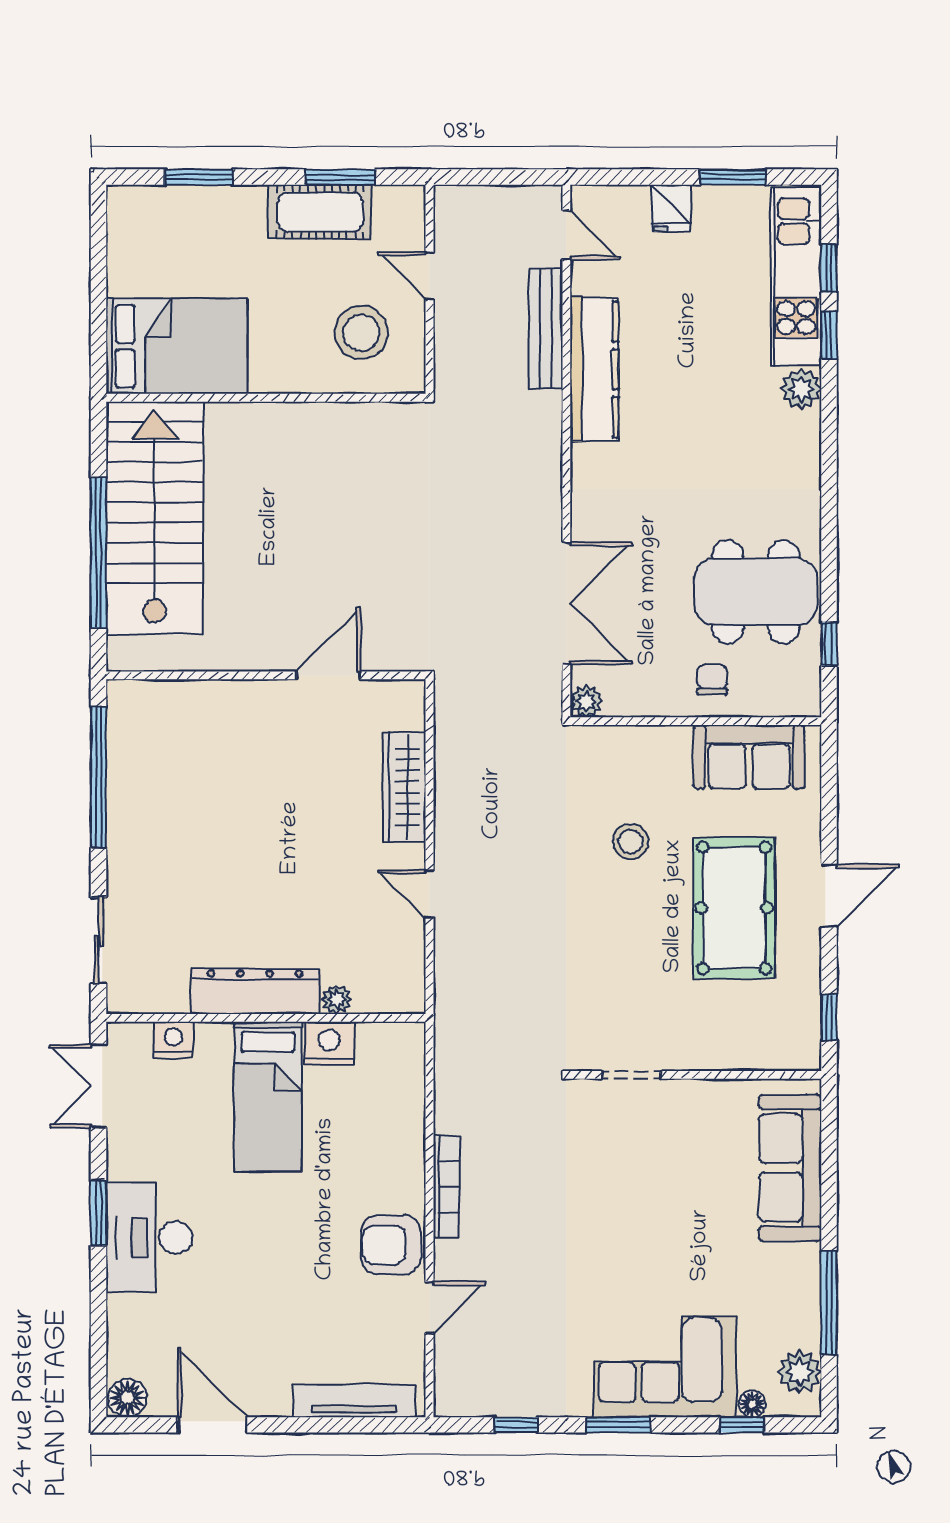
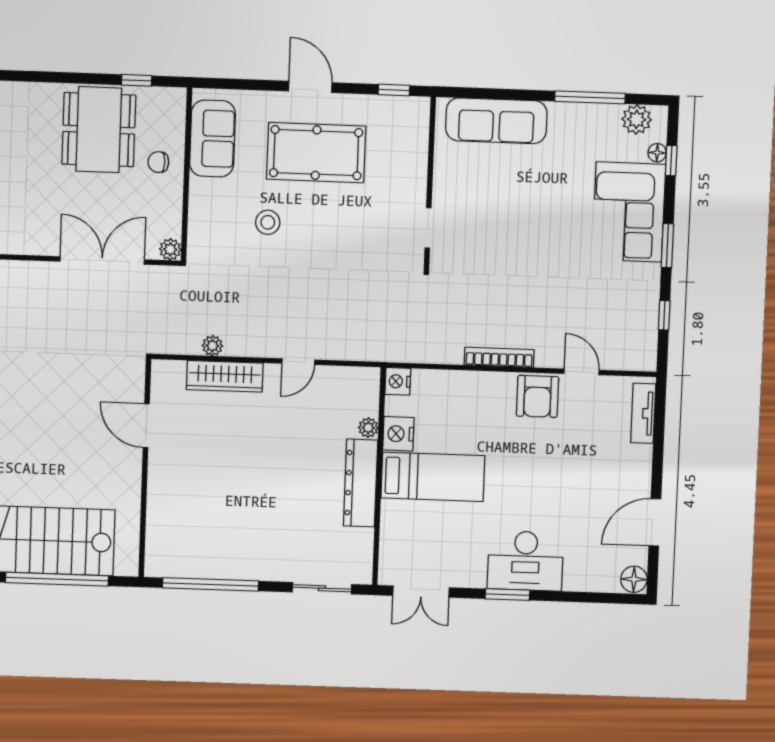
plant: (448, 768) -> (212, 346), added
nightstand: (173, 1040) -> (398, 381), moved
tv unit: (354, 1401) -> (643, 413), width x0.71

